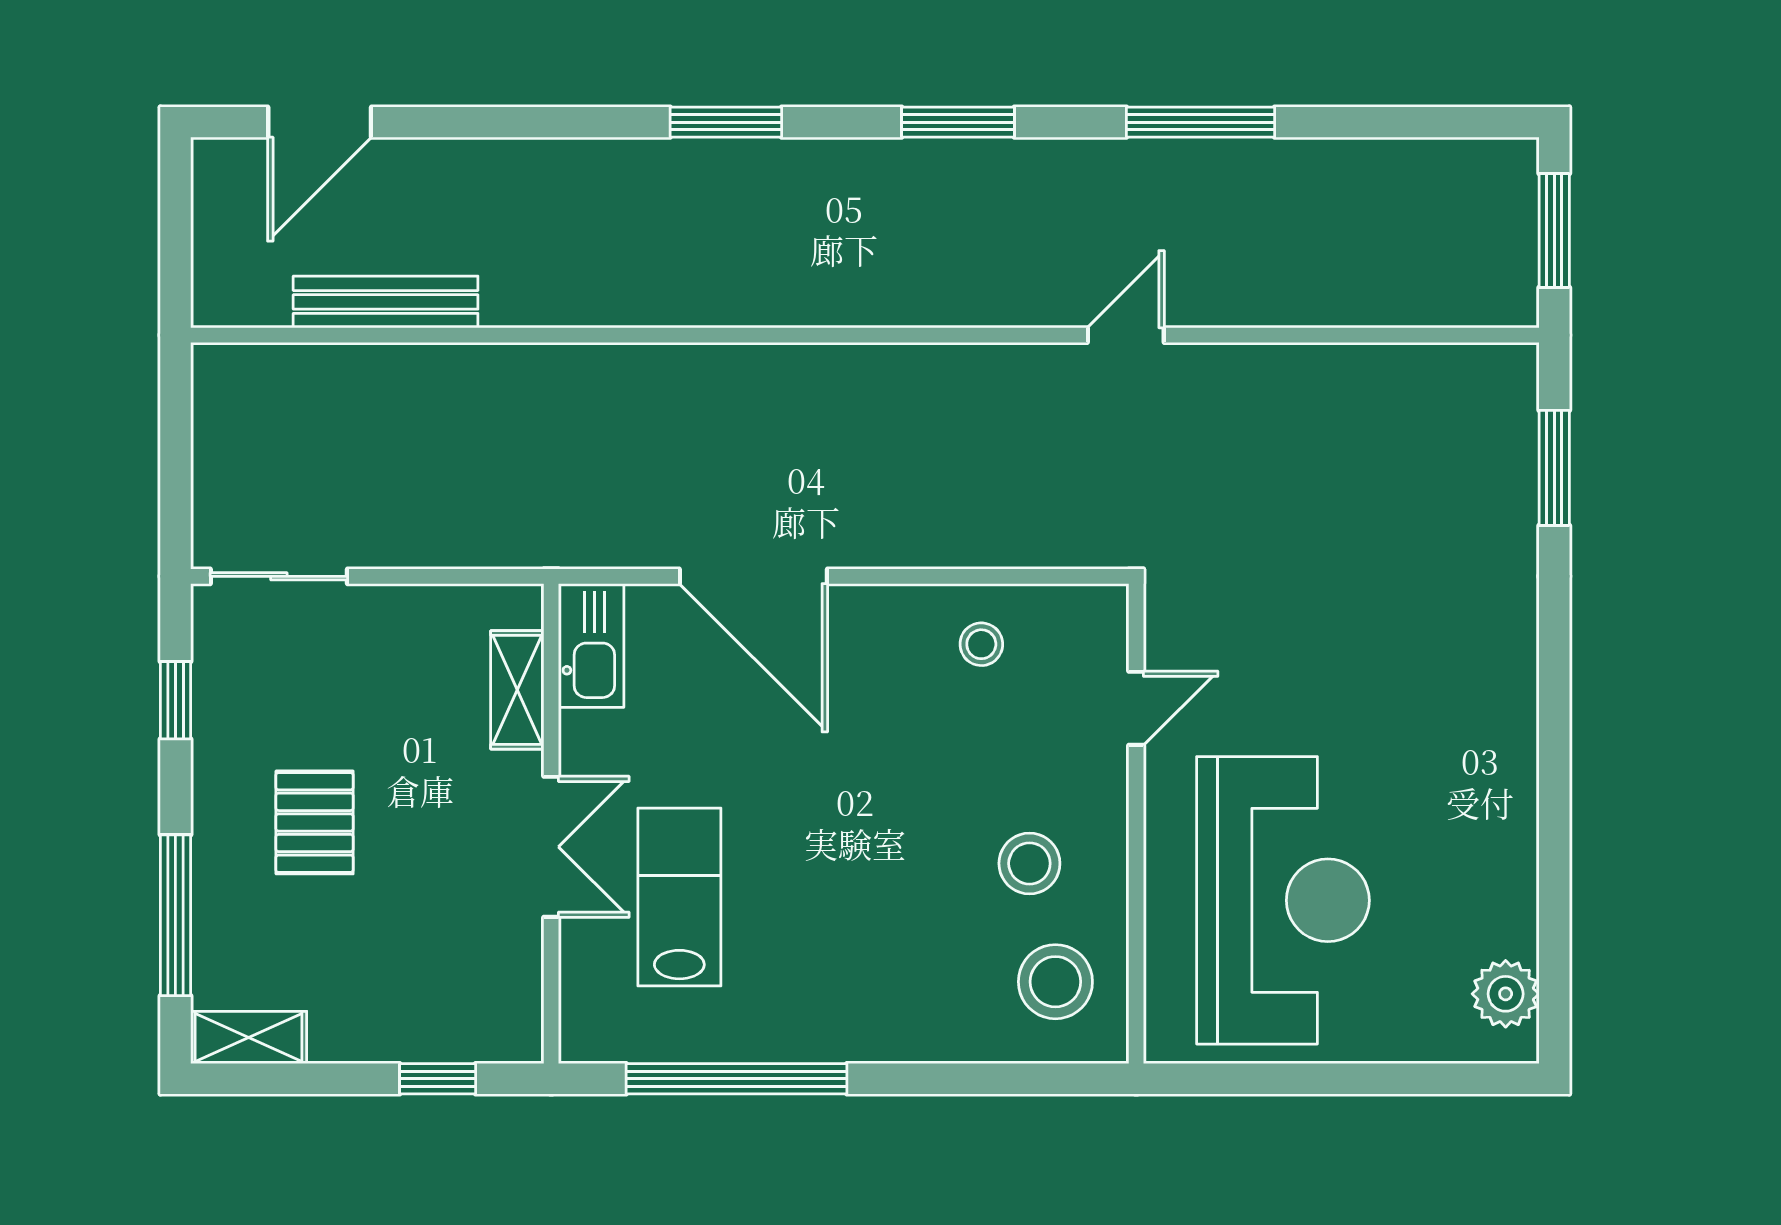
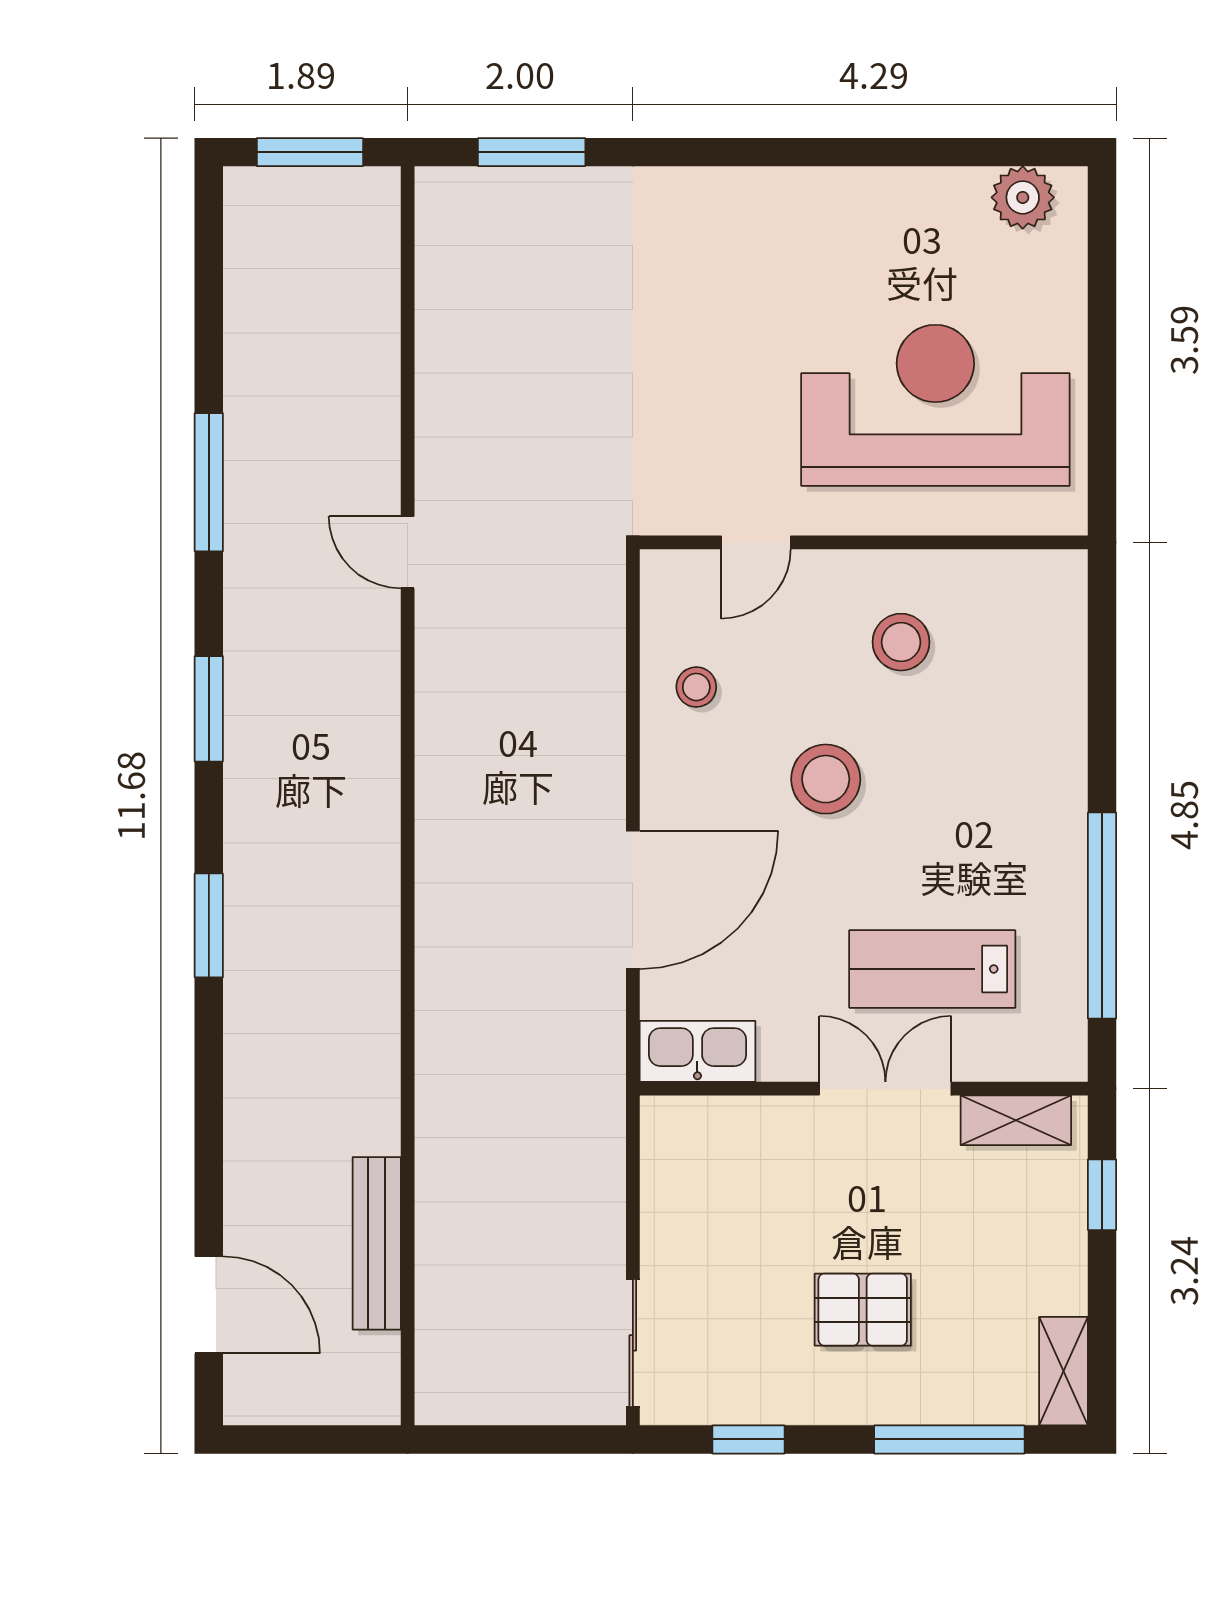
shelving: (517, 690) -> (1016, 1120), moved
door: (1136, 708) -> (756, 542), swing flipped
stool: (1055, 982) -> (826, 779), moved

